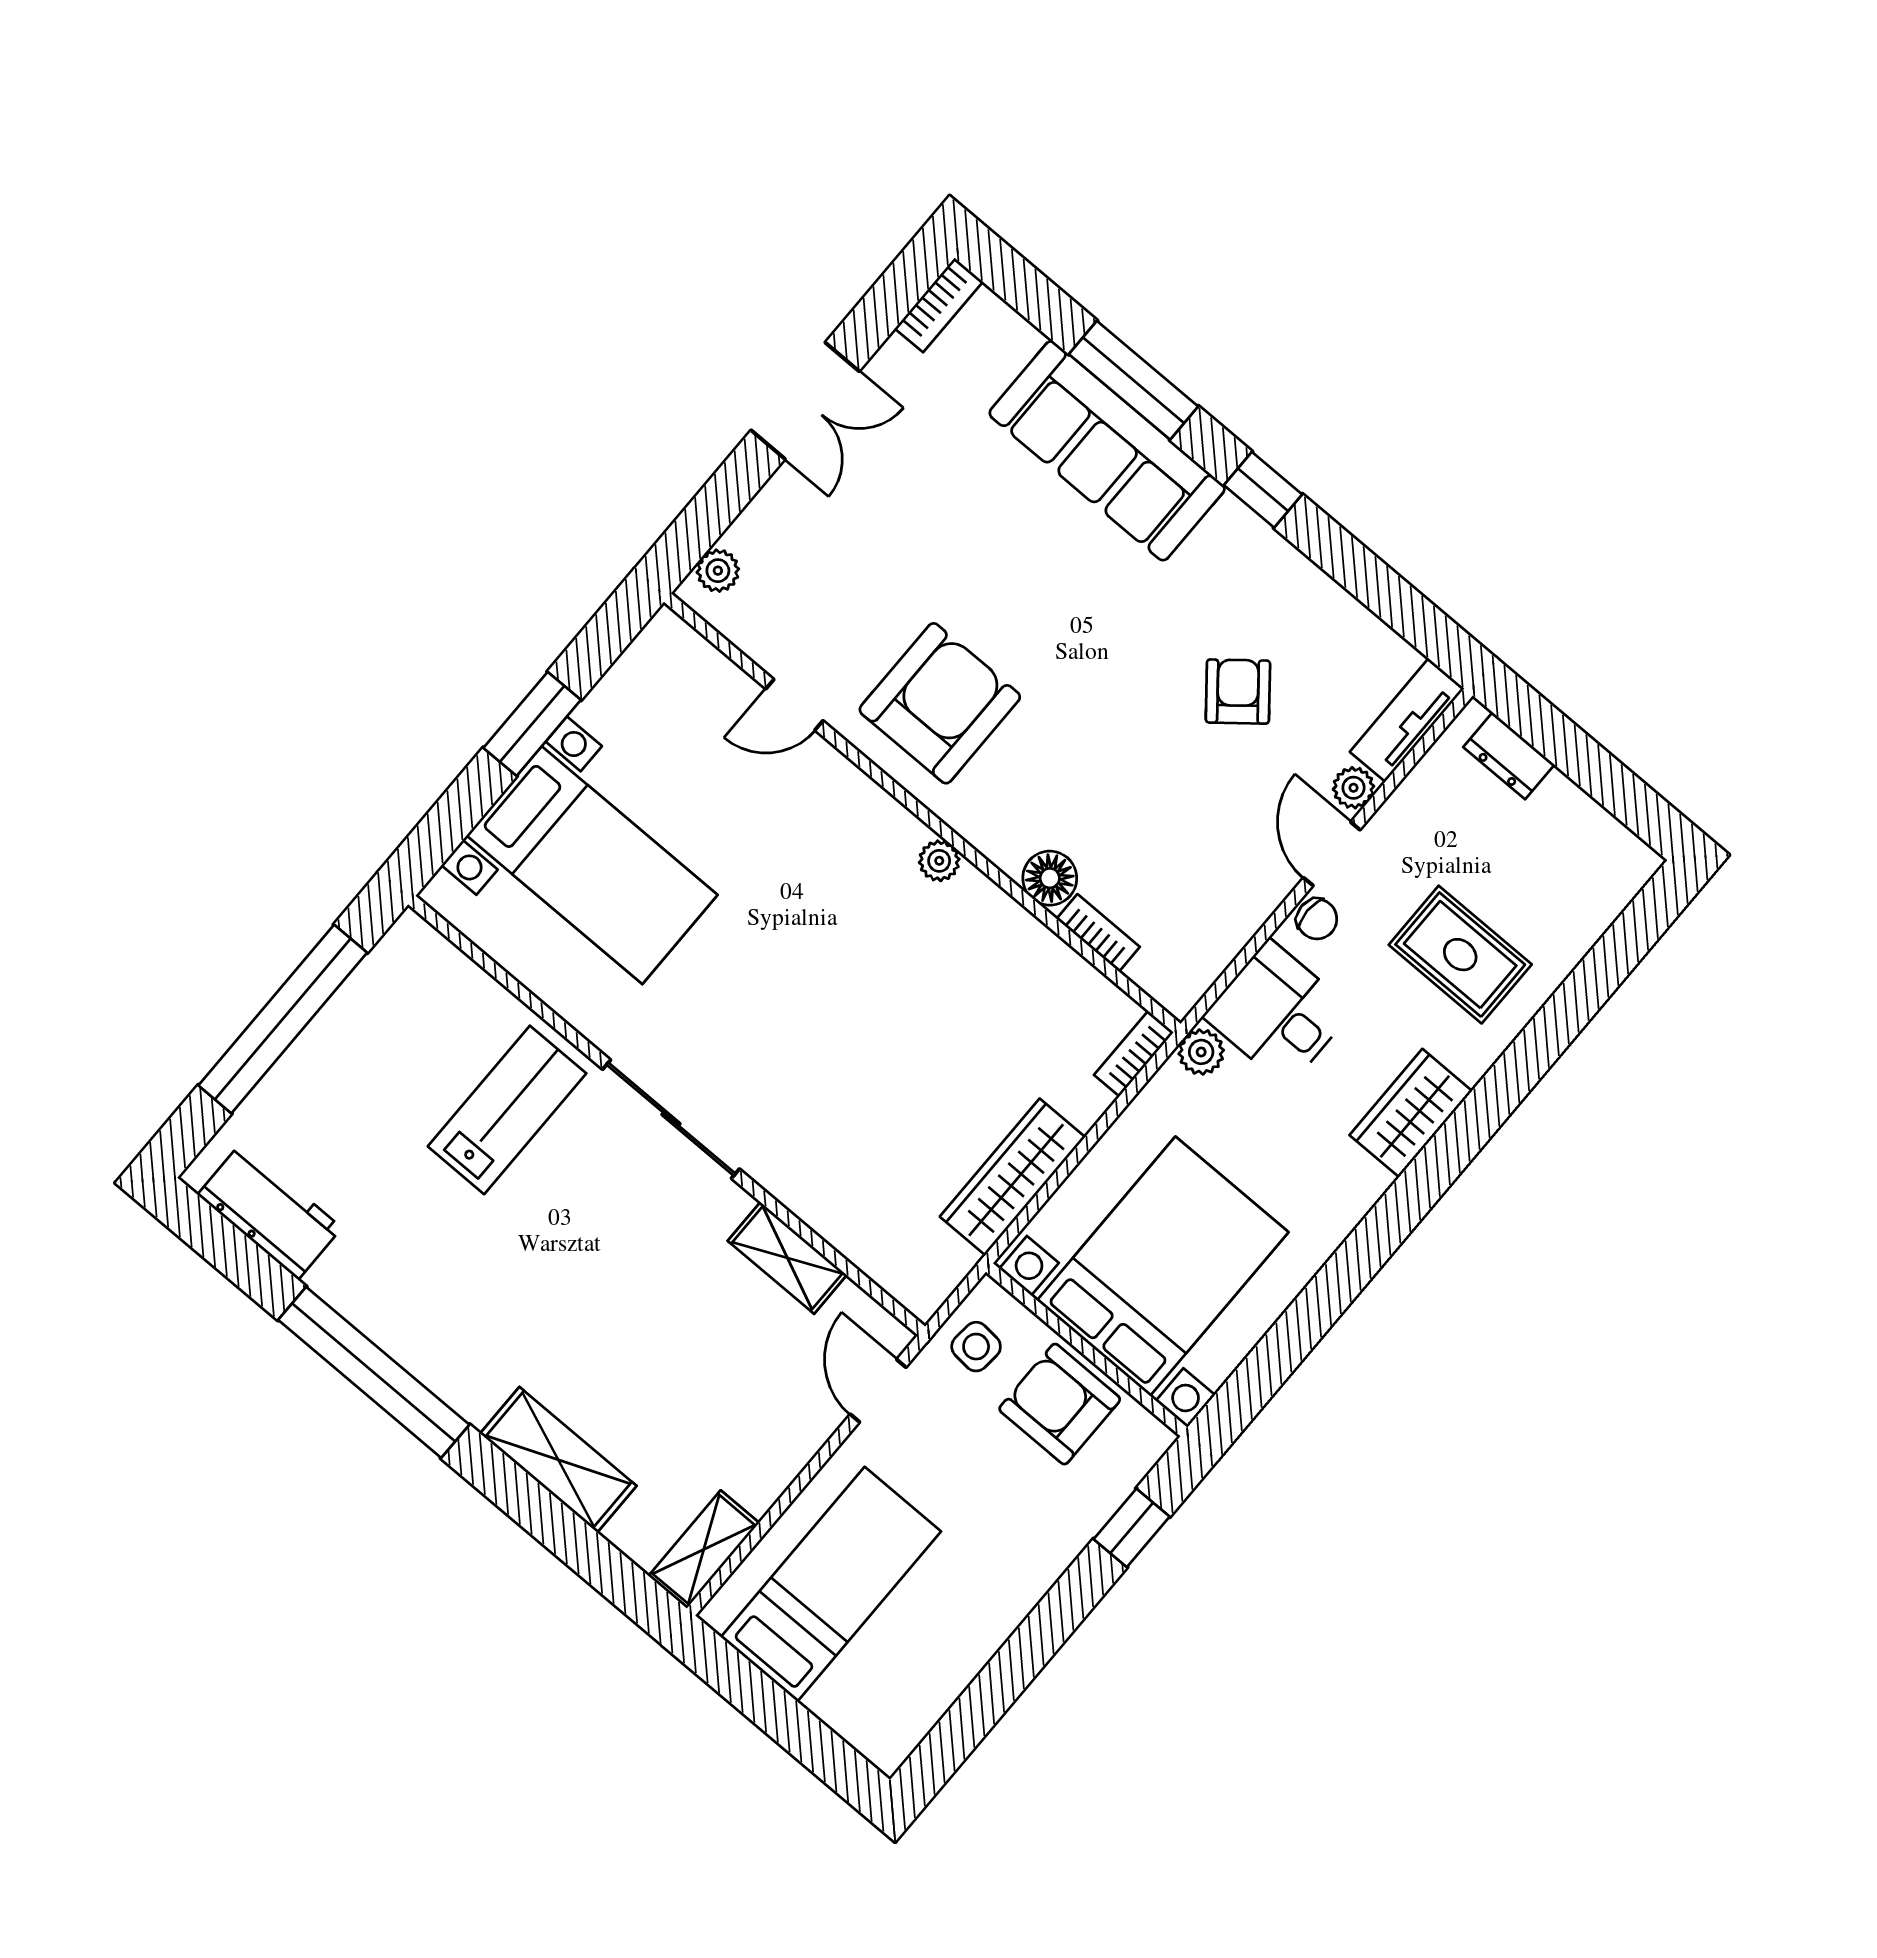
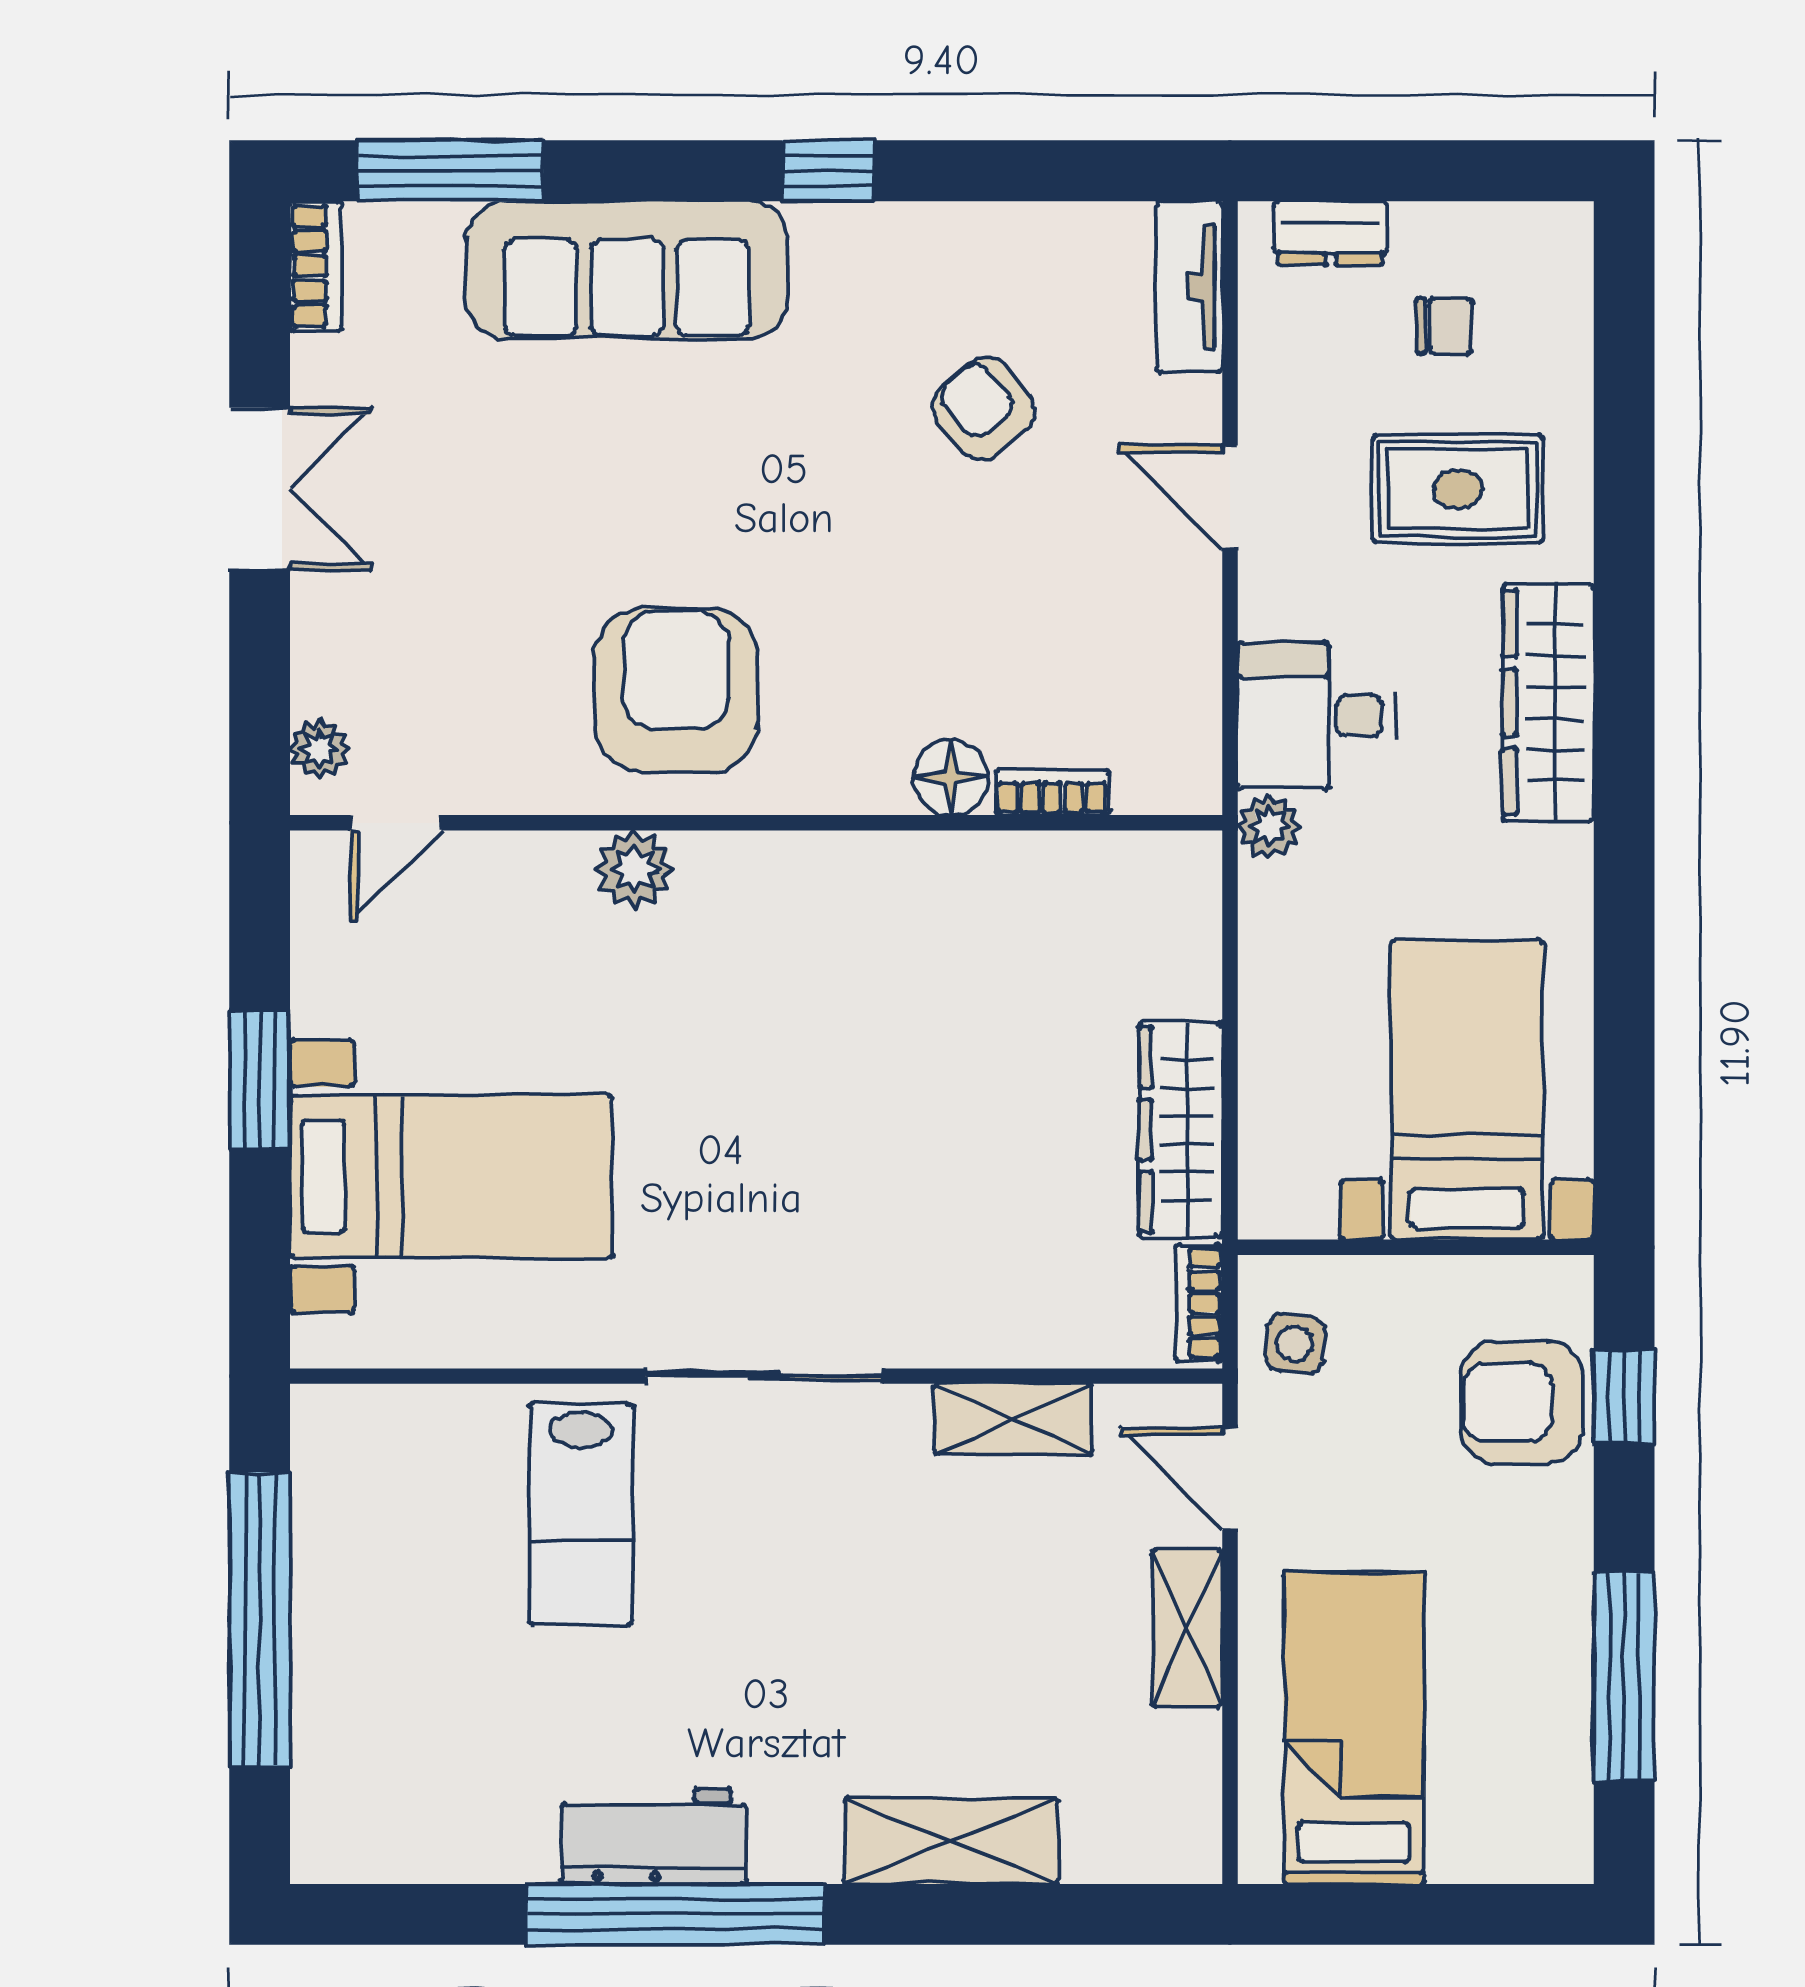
window: (1133, 380) -> (451, 171), moved
door: (794, 705) -> (396, 823), moved
plant: (1354, 788) -> (1194, 407), removed
plant: (939, 861) -> (634, 869), moved, width x1.38, depth x1.38
chair: (1317, 919) -> (1444, 326), moved
bookcase: (1134, 1054) -> (1199, 1303), moved
lab bench: (507, 1110) -> (581, 1514), turned 180
wardrobe: (1411, 1113) -> (1548, 703), width x1.50
workbench: (270, 1211) -> (654, 1836), moved
bed with nightstands: (1163, 1266) -> (1467, 1090), width x0.73
armchair: (1060, 1404) -> (1522, 1402), moved
shelving: (704, 1549) -> (1187, 1628), moved
window: (1002, 1681) -> (1624, 1677), added

